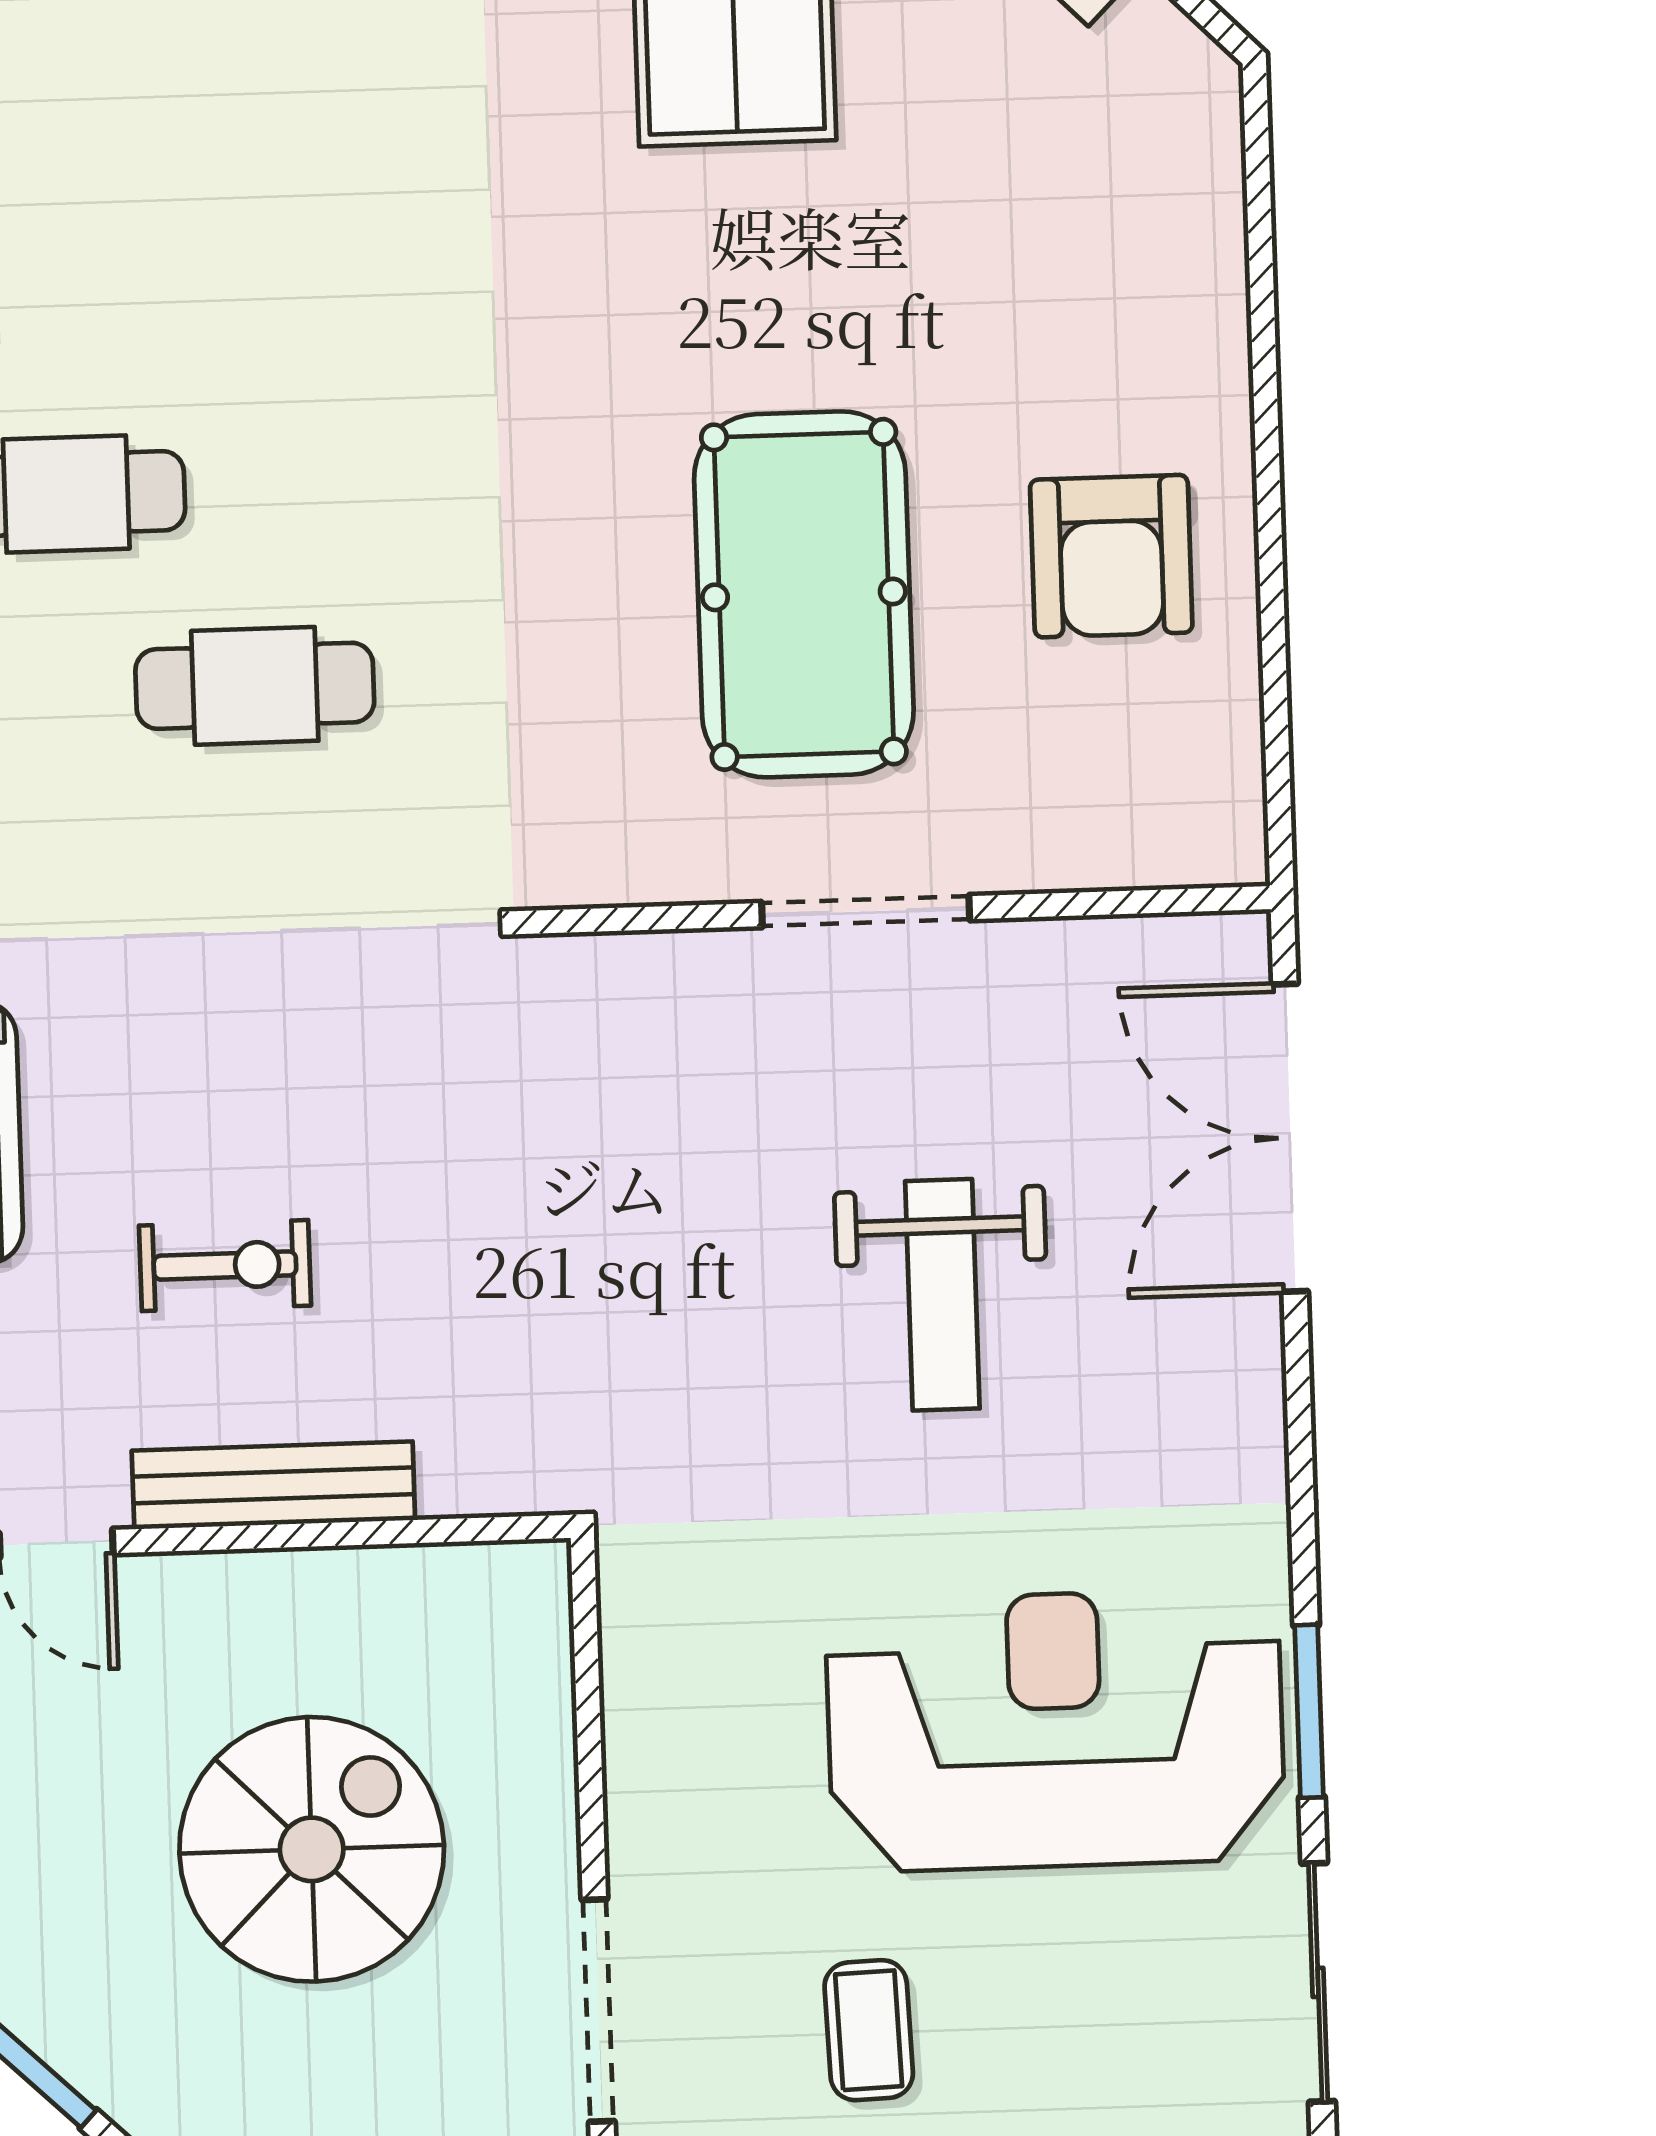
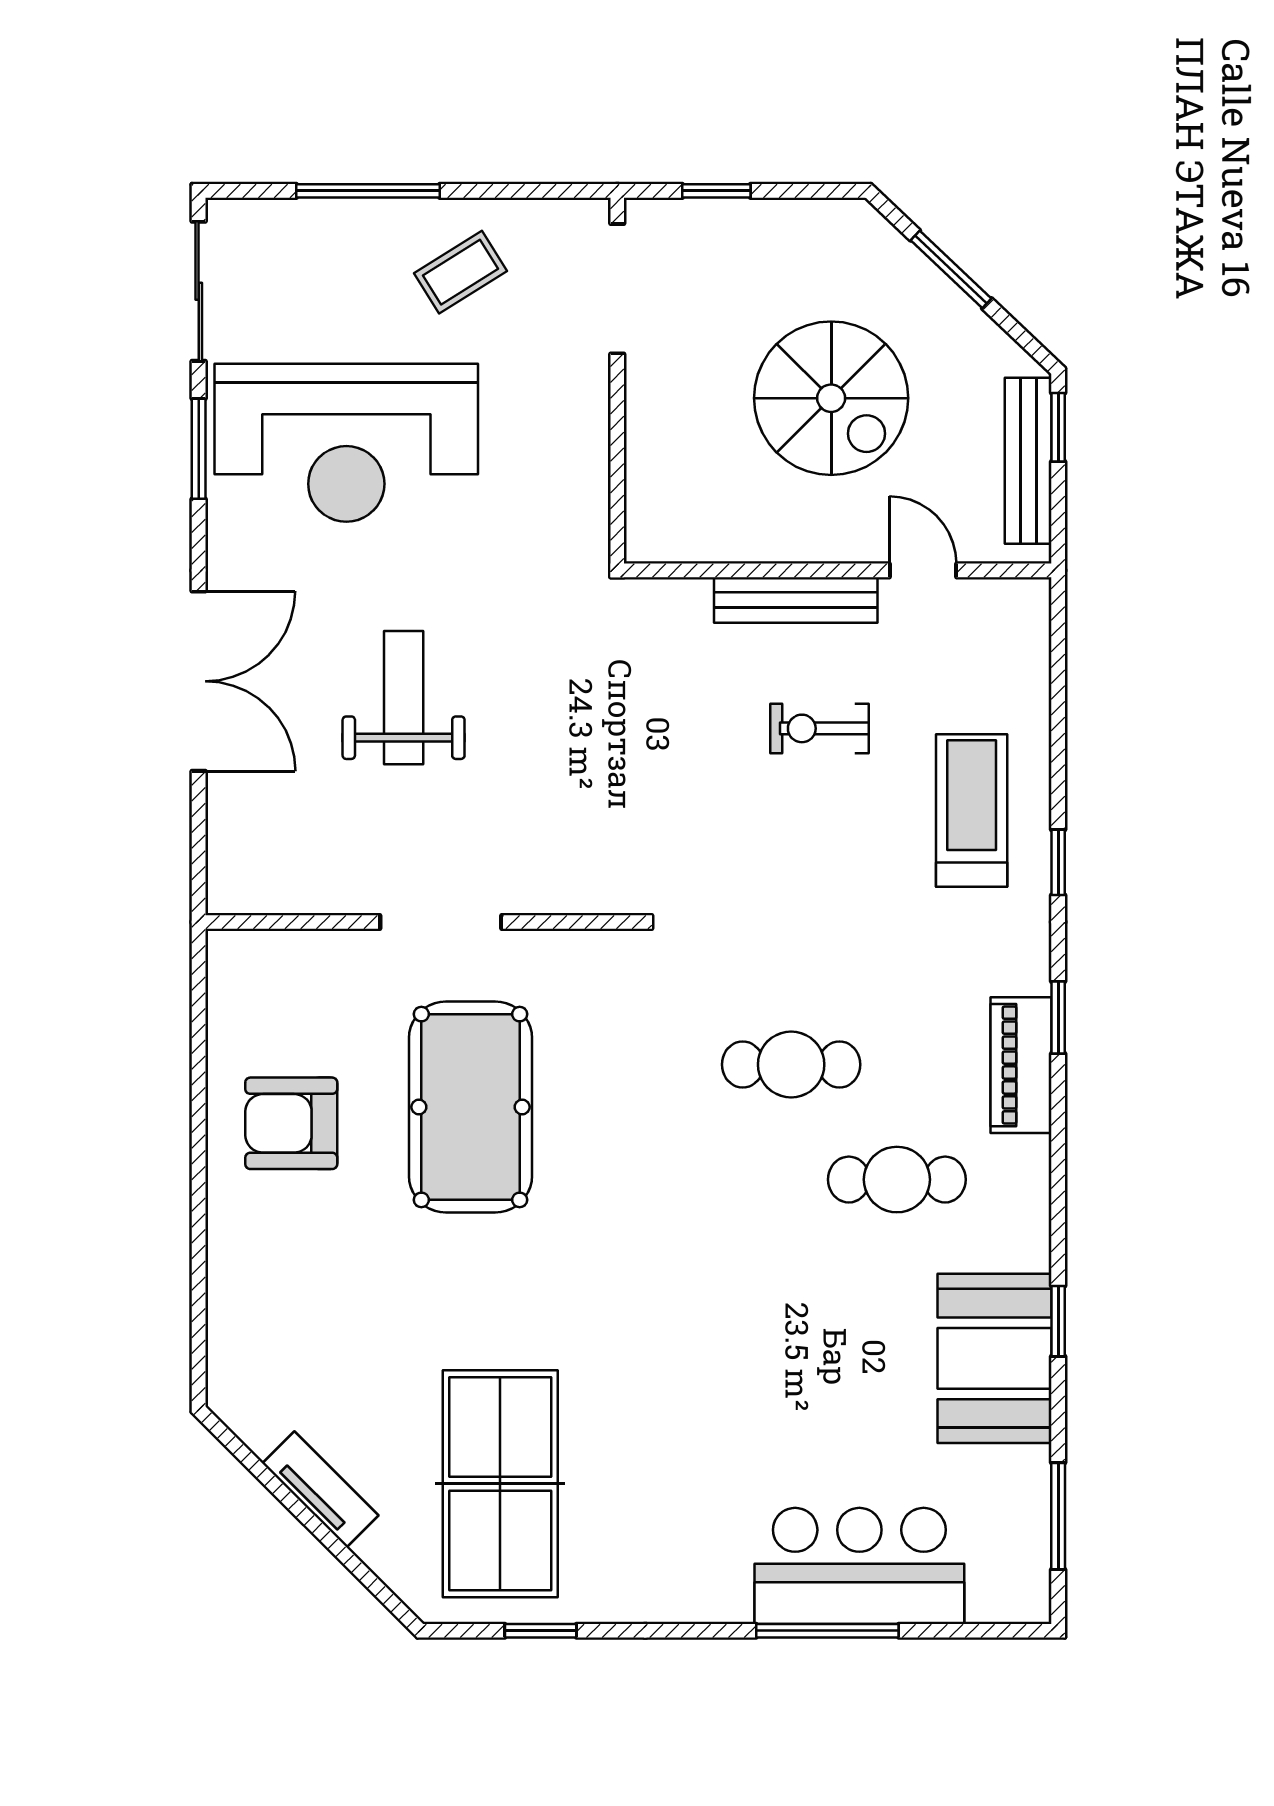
armchair: (1111, 556) -> (291, 1123), turned -90
double door: (1290, 1138) -> (199, 681), moved
spiral stairs: (312, 1849) -> (831, 398), moved, turned -90
coffee table: (869, 2030) -> (461, 272), turned 60

